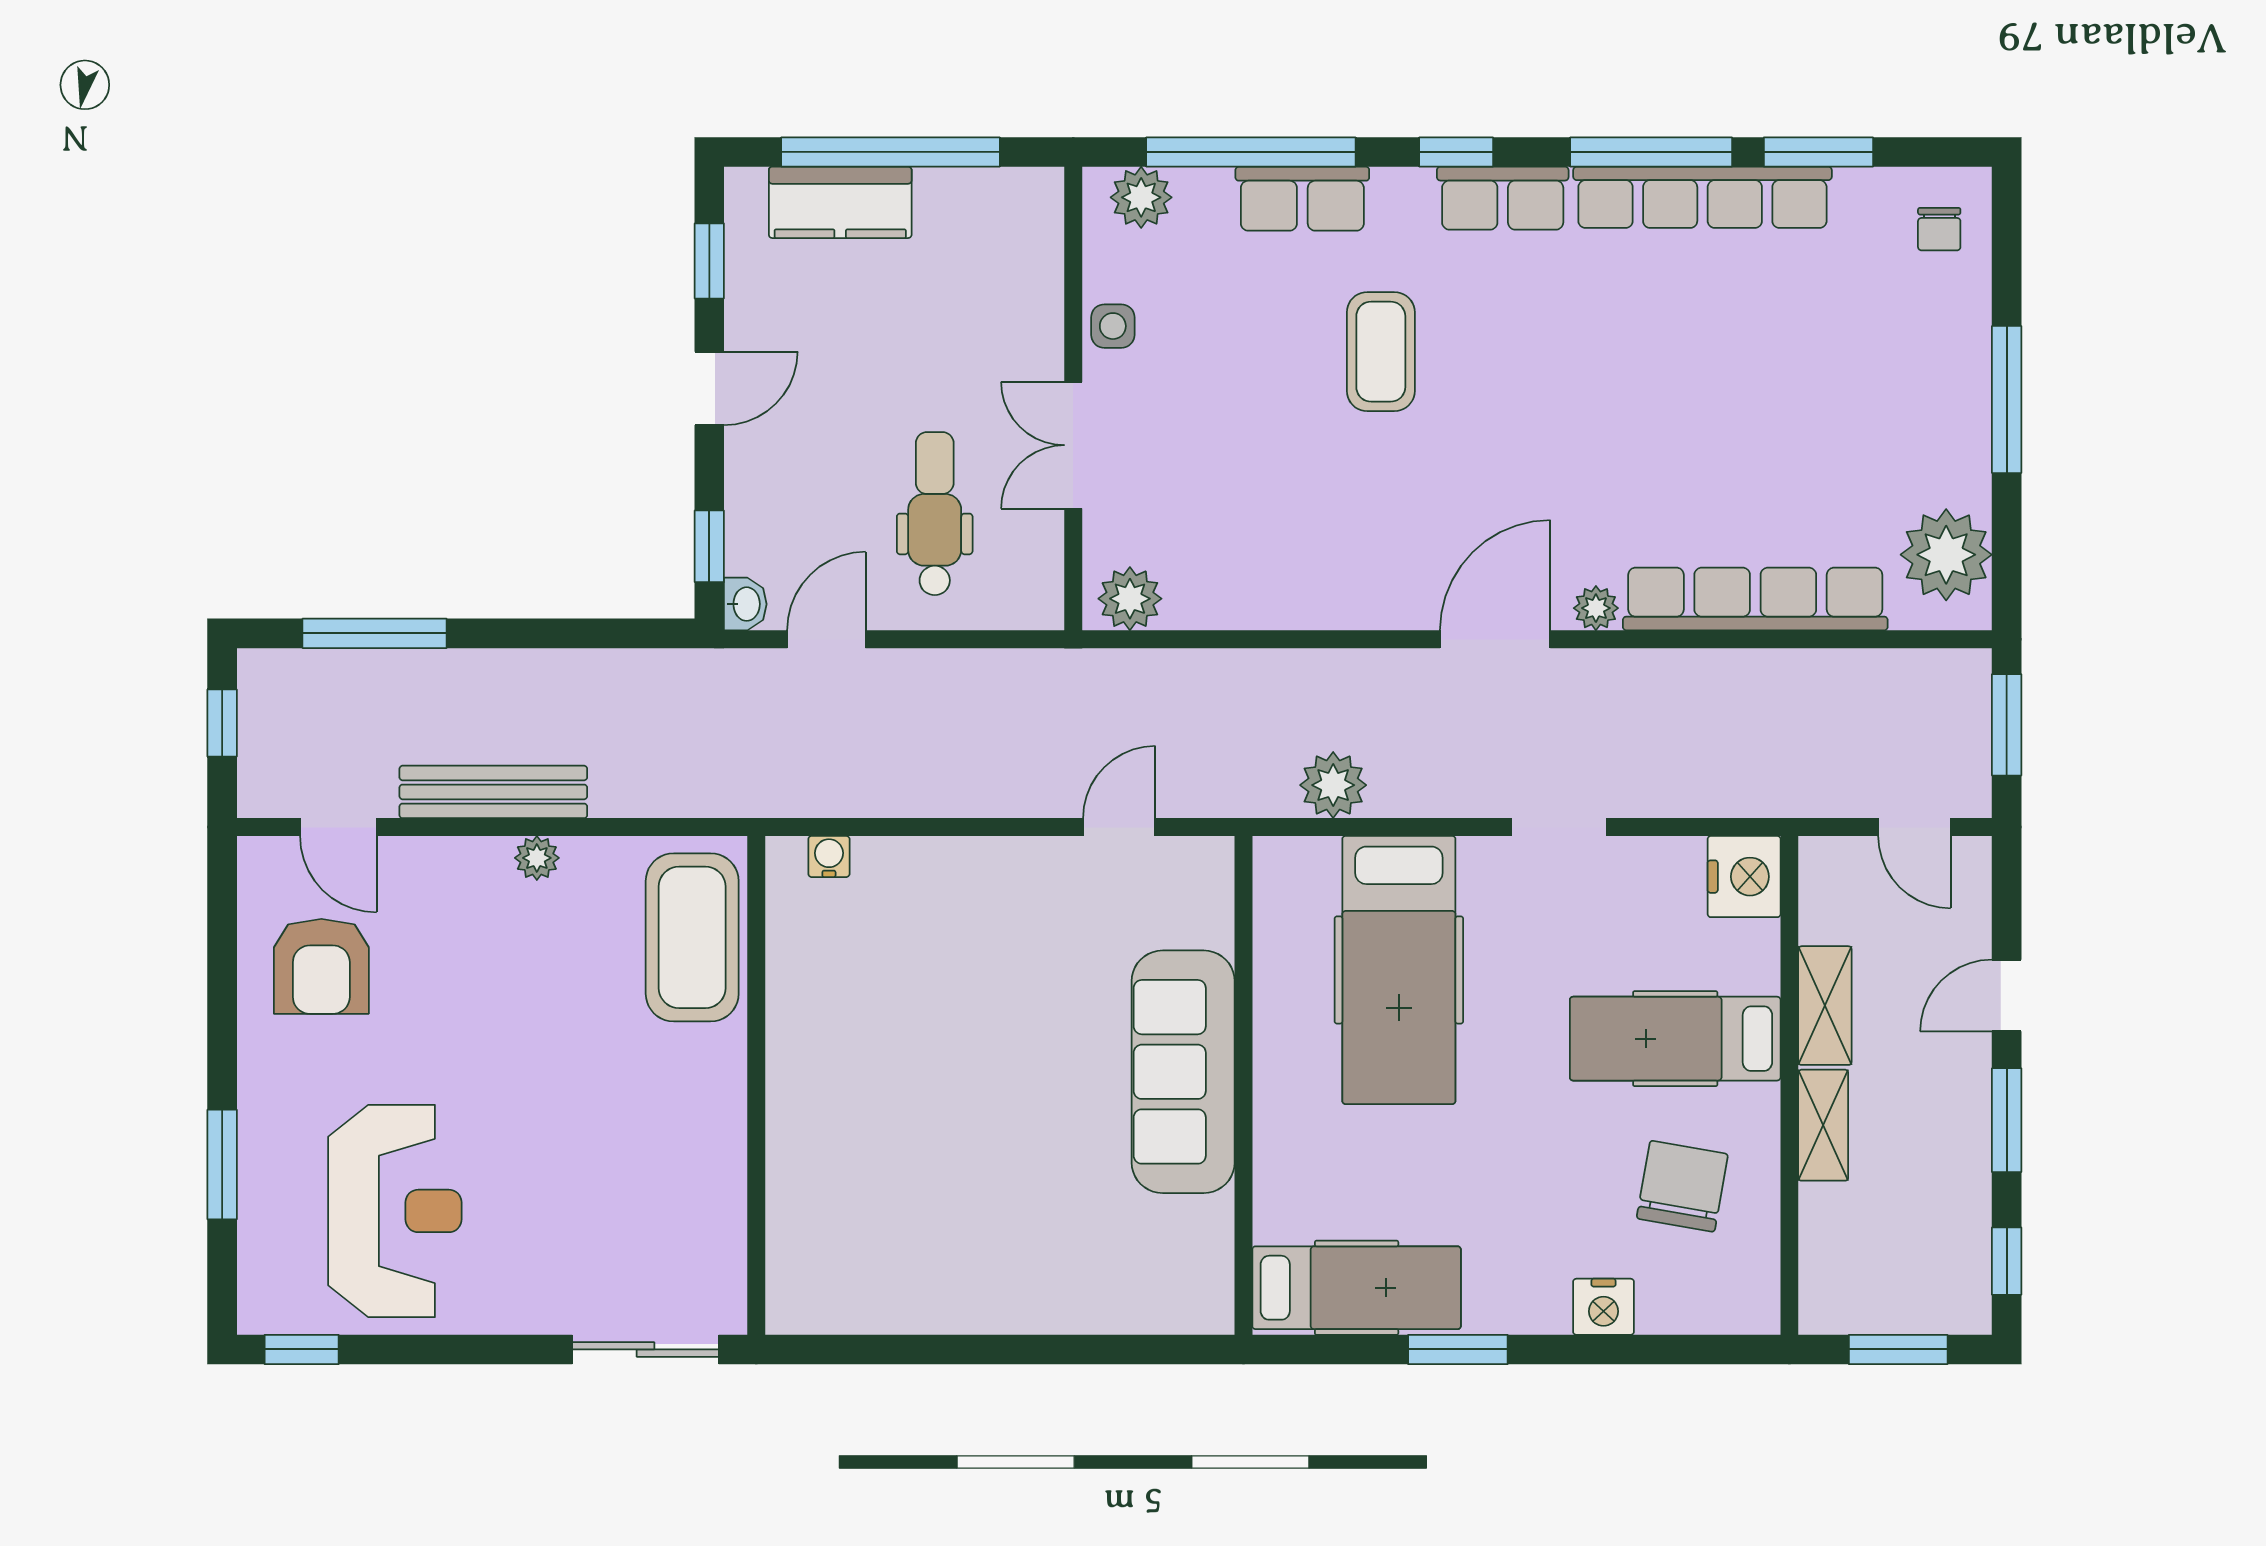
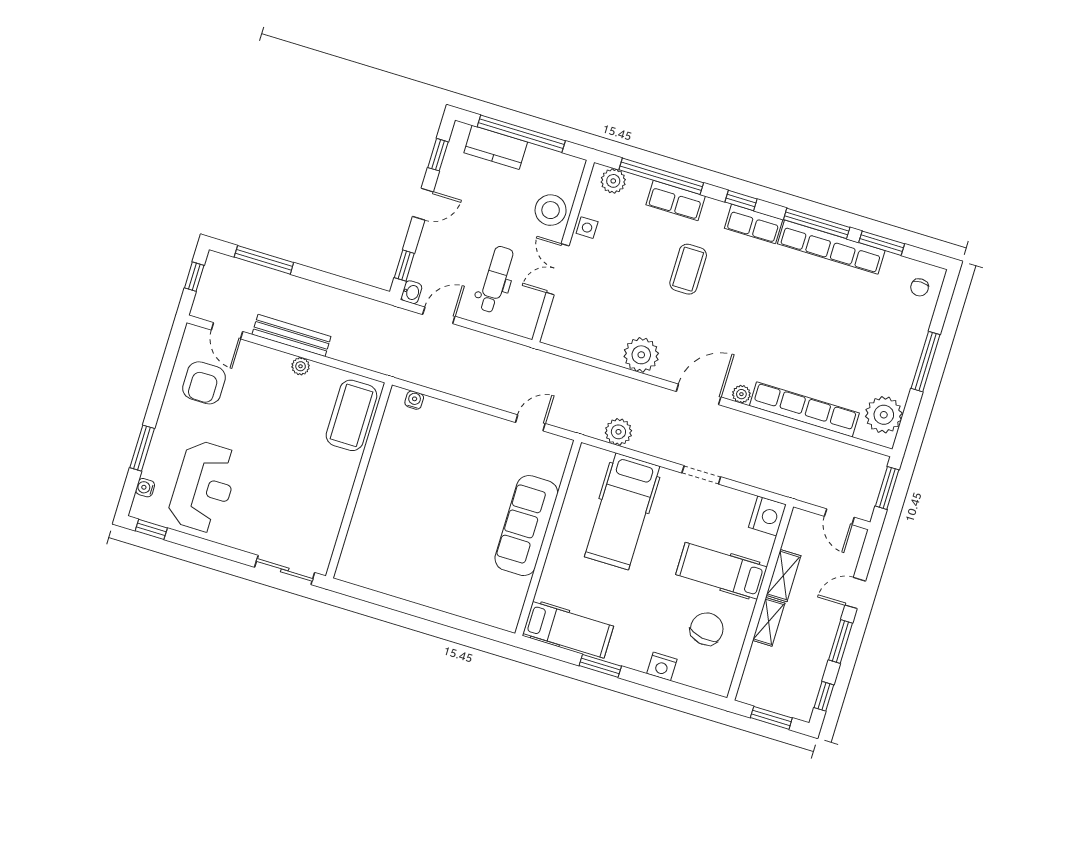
stool: (1014, 311) -> (551, 210), added
plant: (1130, 599) -> (641, 355), moved, width x1.36, depth x1.36
water cooler: (258, 1255) -> (145, 488), added

